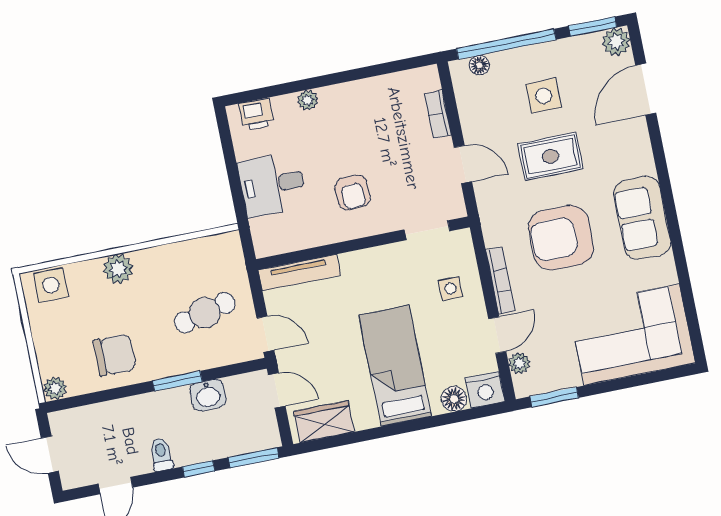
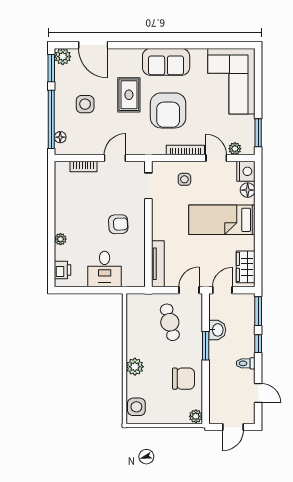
rug: (551, 156) -> (129, 95), moved
chair: (114, 355) -> (183, 379), turned 90

